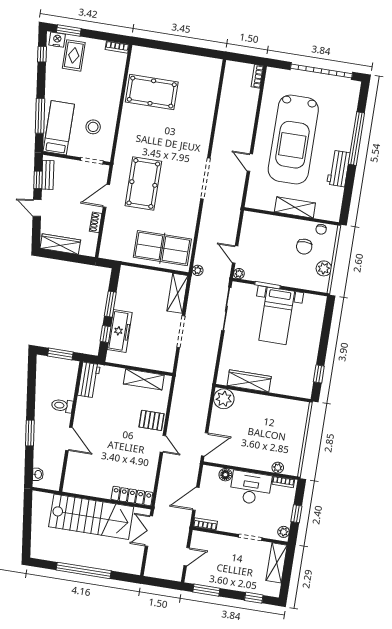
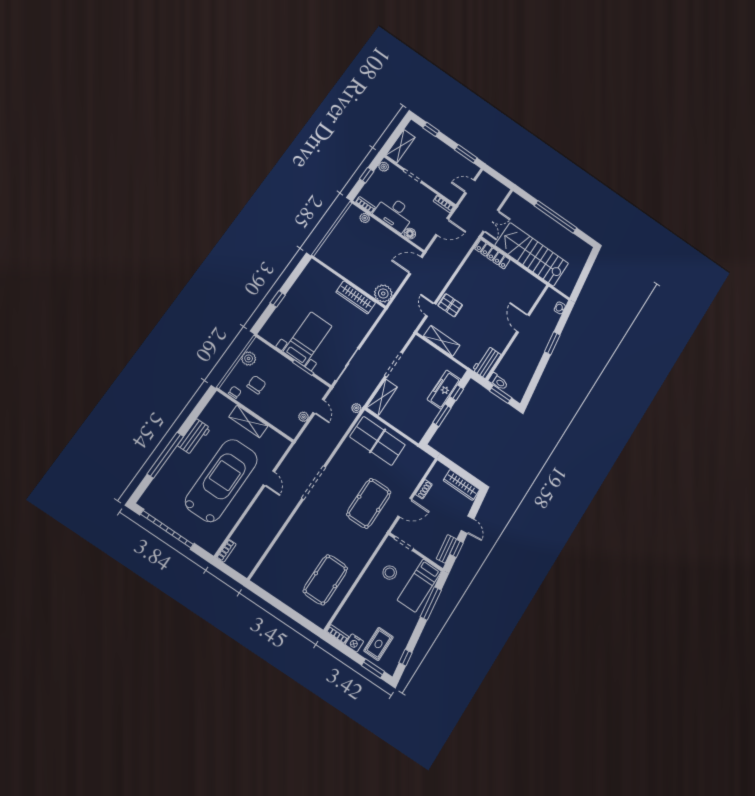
nightstand: (57, 40) -> (354, 643), moved
pool table: (152, 92) -> (325, 580), turned 90
plant: (239, 274) -> (303, 417), moved
window: (319, 374) -> (278, 299), moved
toilet: (62, 406) -> (498, 382), moved
door: (163, 444) -> (431, 310), moved

